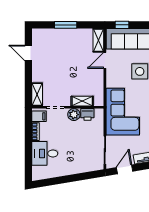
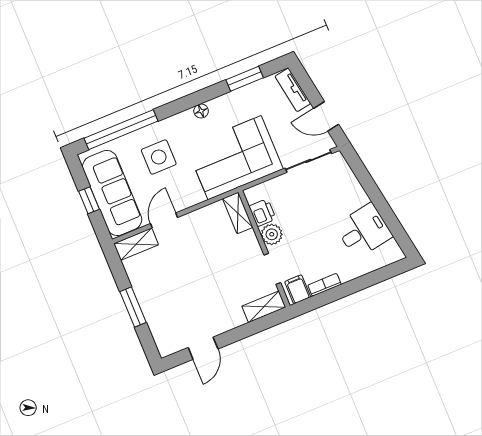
window: (122, 25) -> (89, 200), moved
door: (105, 60) -> (164, 220), swing flipped
shelving: (82, 101) -> (238, 213), moved
desk: (45, 153) -> (364, 231), moved, turned -99

